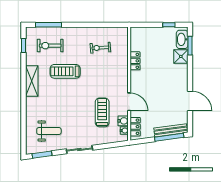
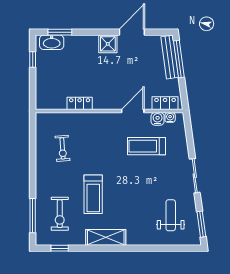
shower: (181, 56) -> (108, 44), moved

